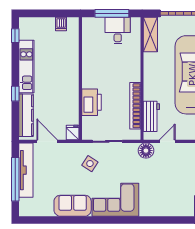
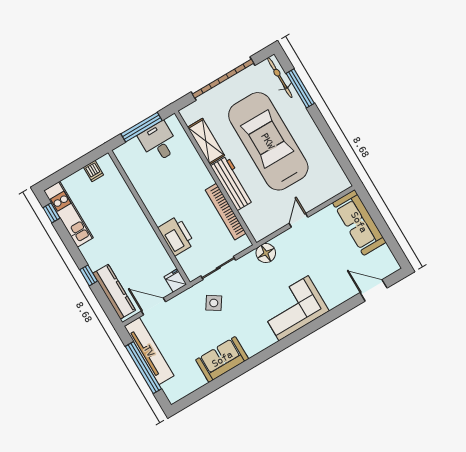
shelving: (150, 34) -> (206, 141), moved
kitchen unit: (26, 66) -> (69, 214), moved
workbench: (151, 116) -> (232, 183), moved, width x1.38
door: (167, 141) -> (299, 220), moved
corner sofa: (115, 200) -> (294, 308), moved

